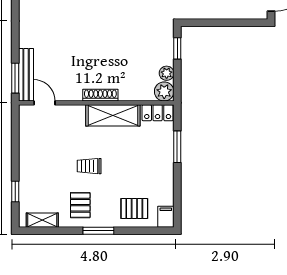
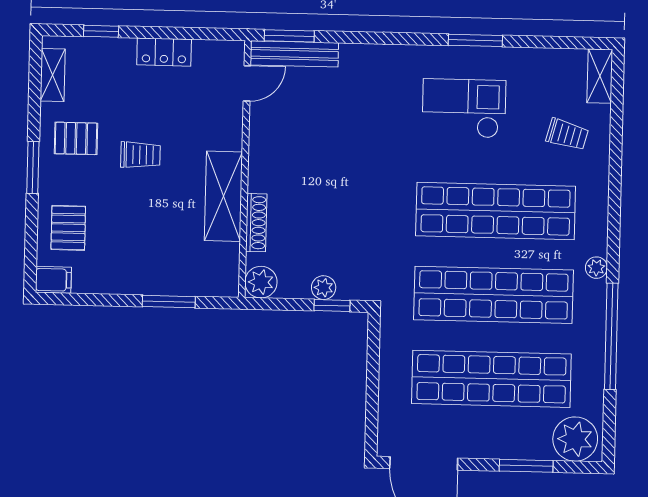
plant: (167, 73) -> (324, 288), moved
shoe rack: (100, 95) -> (256, 223), moved
locker: (158, 113) -> (164, 52), moved, turned -90
trolley: (89, 166) -> (140, 155), turned 90

